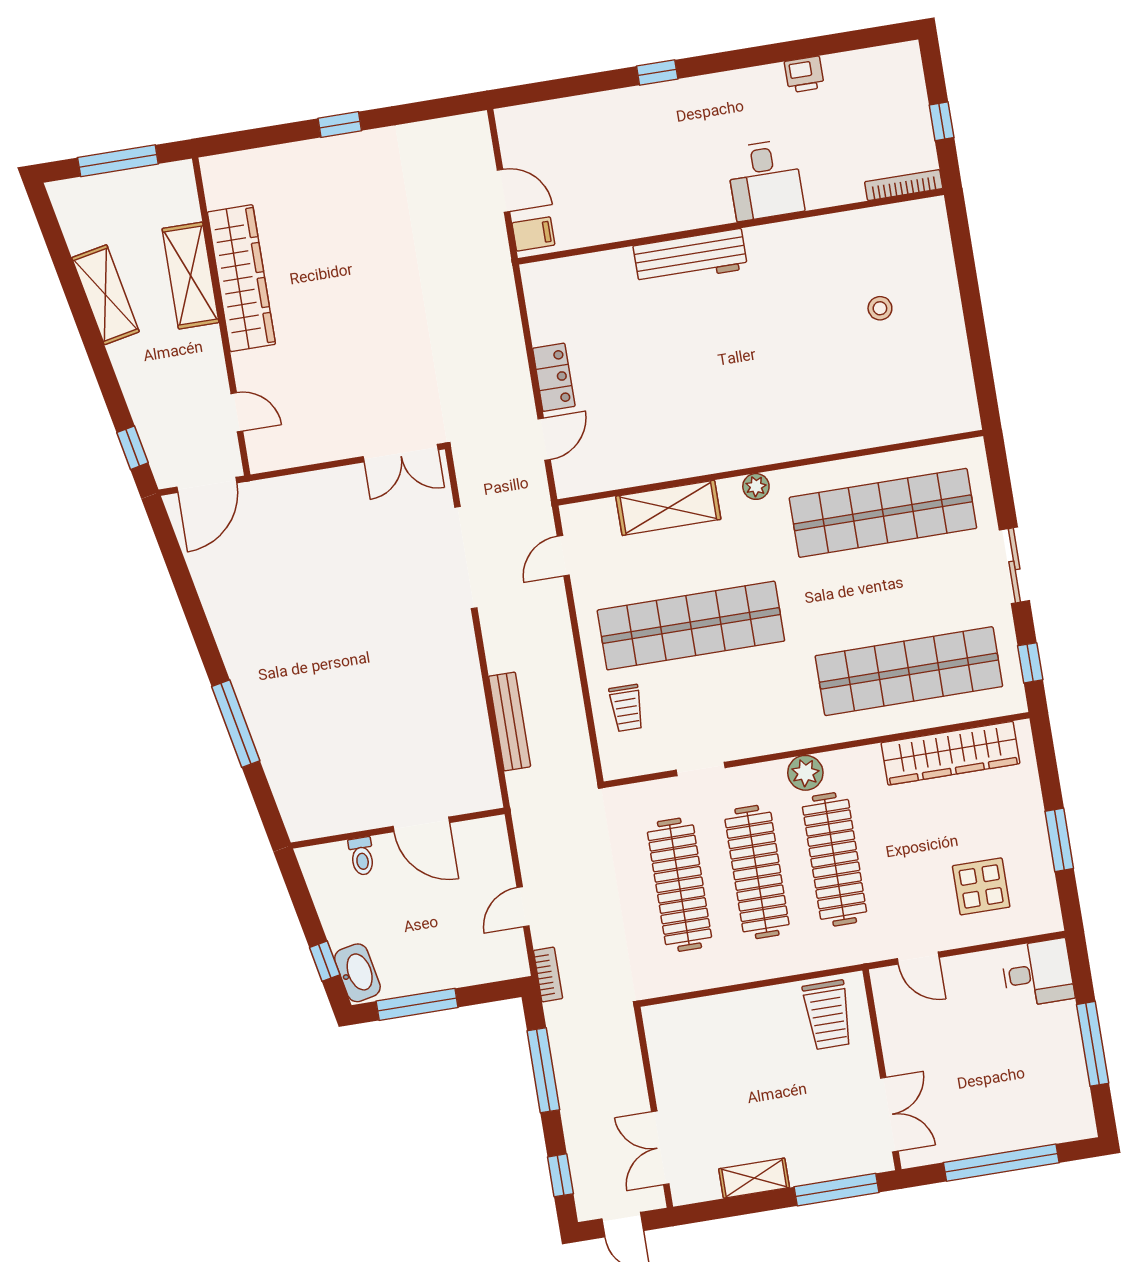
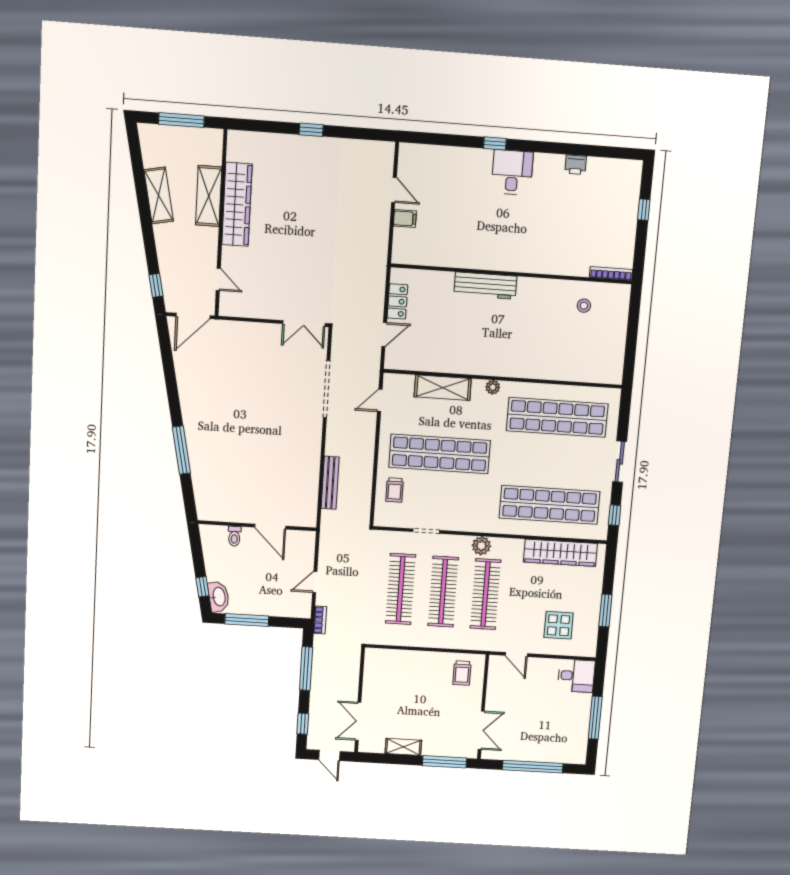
desk: (765, 180) -> (512, 172), moved, turned 180
bookcase: (904, 185) -> (611, 273), moved
wall: (731, 227) -> (512, 274), moved
workbench: (690, 257) -> (485, 286), moved
trolley: (828, 1015) -> (462, 673), width x0.73, depth x0.72

